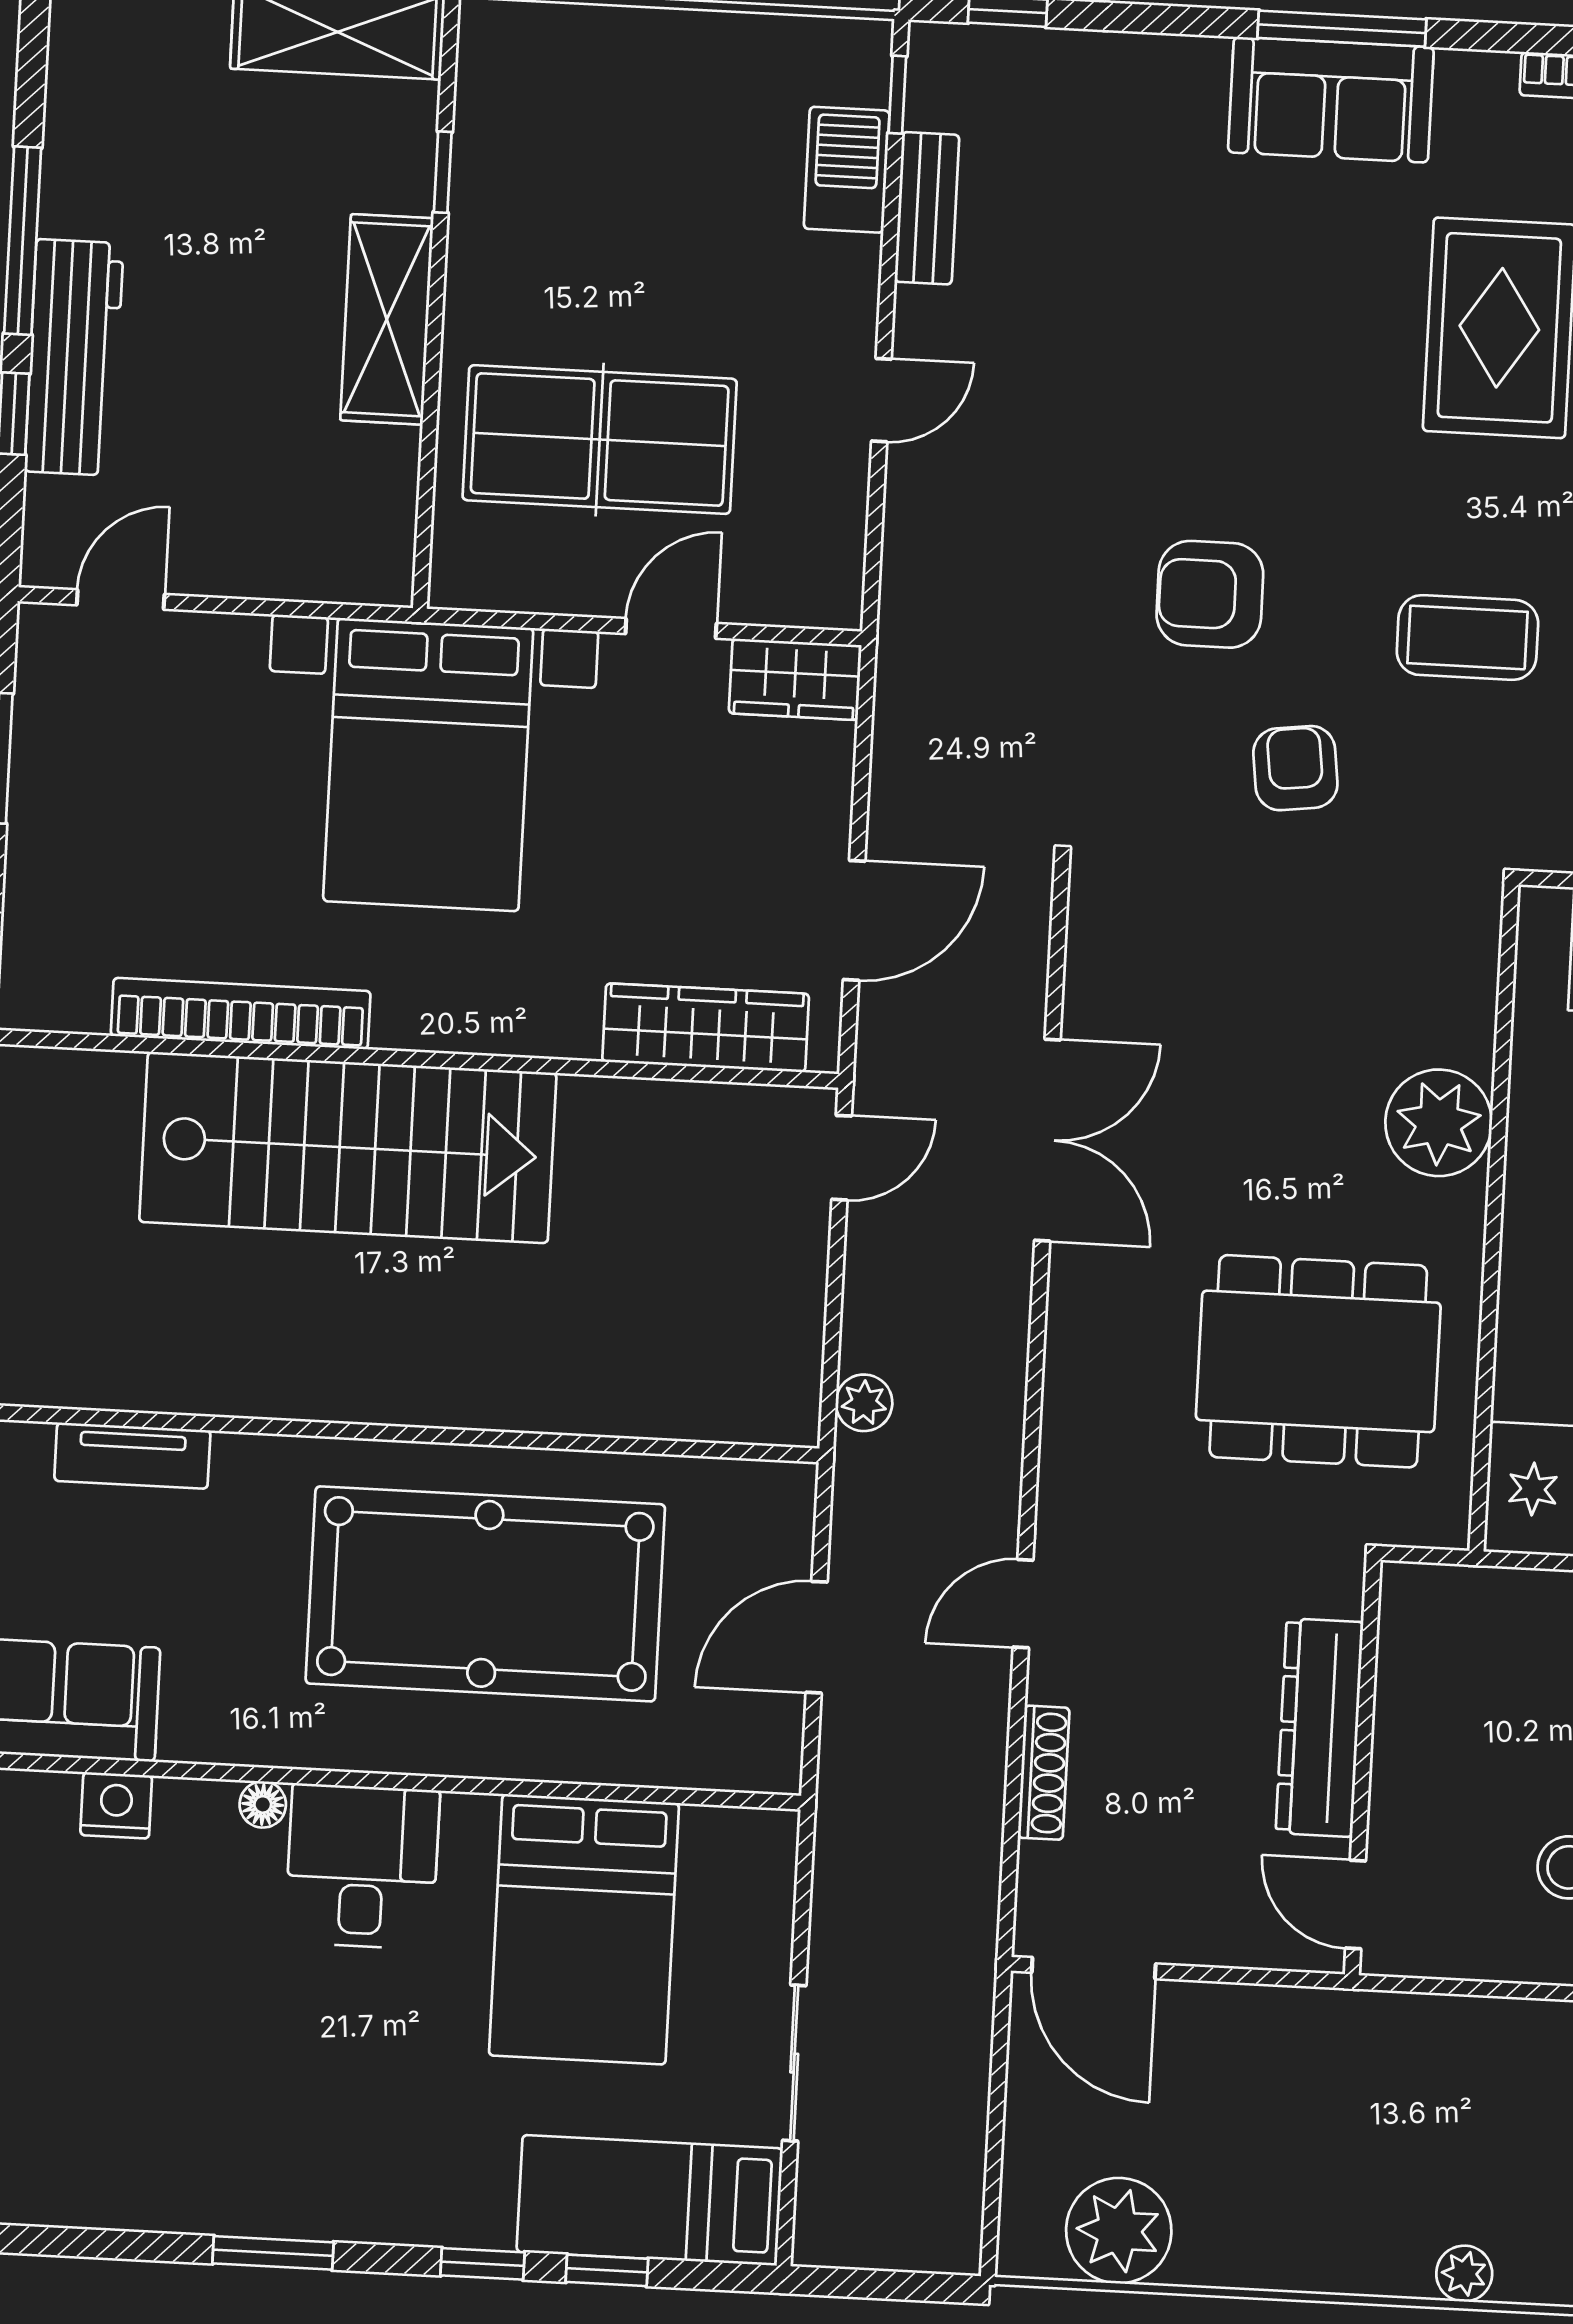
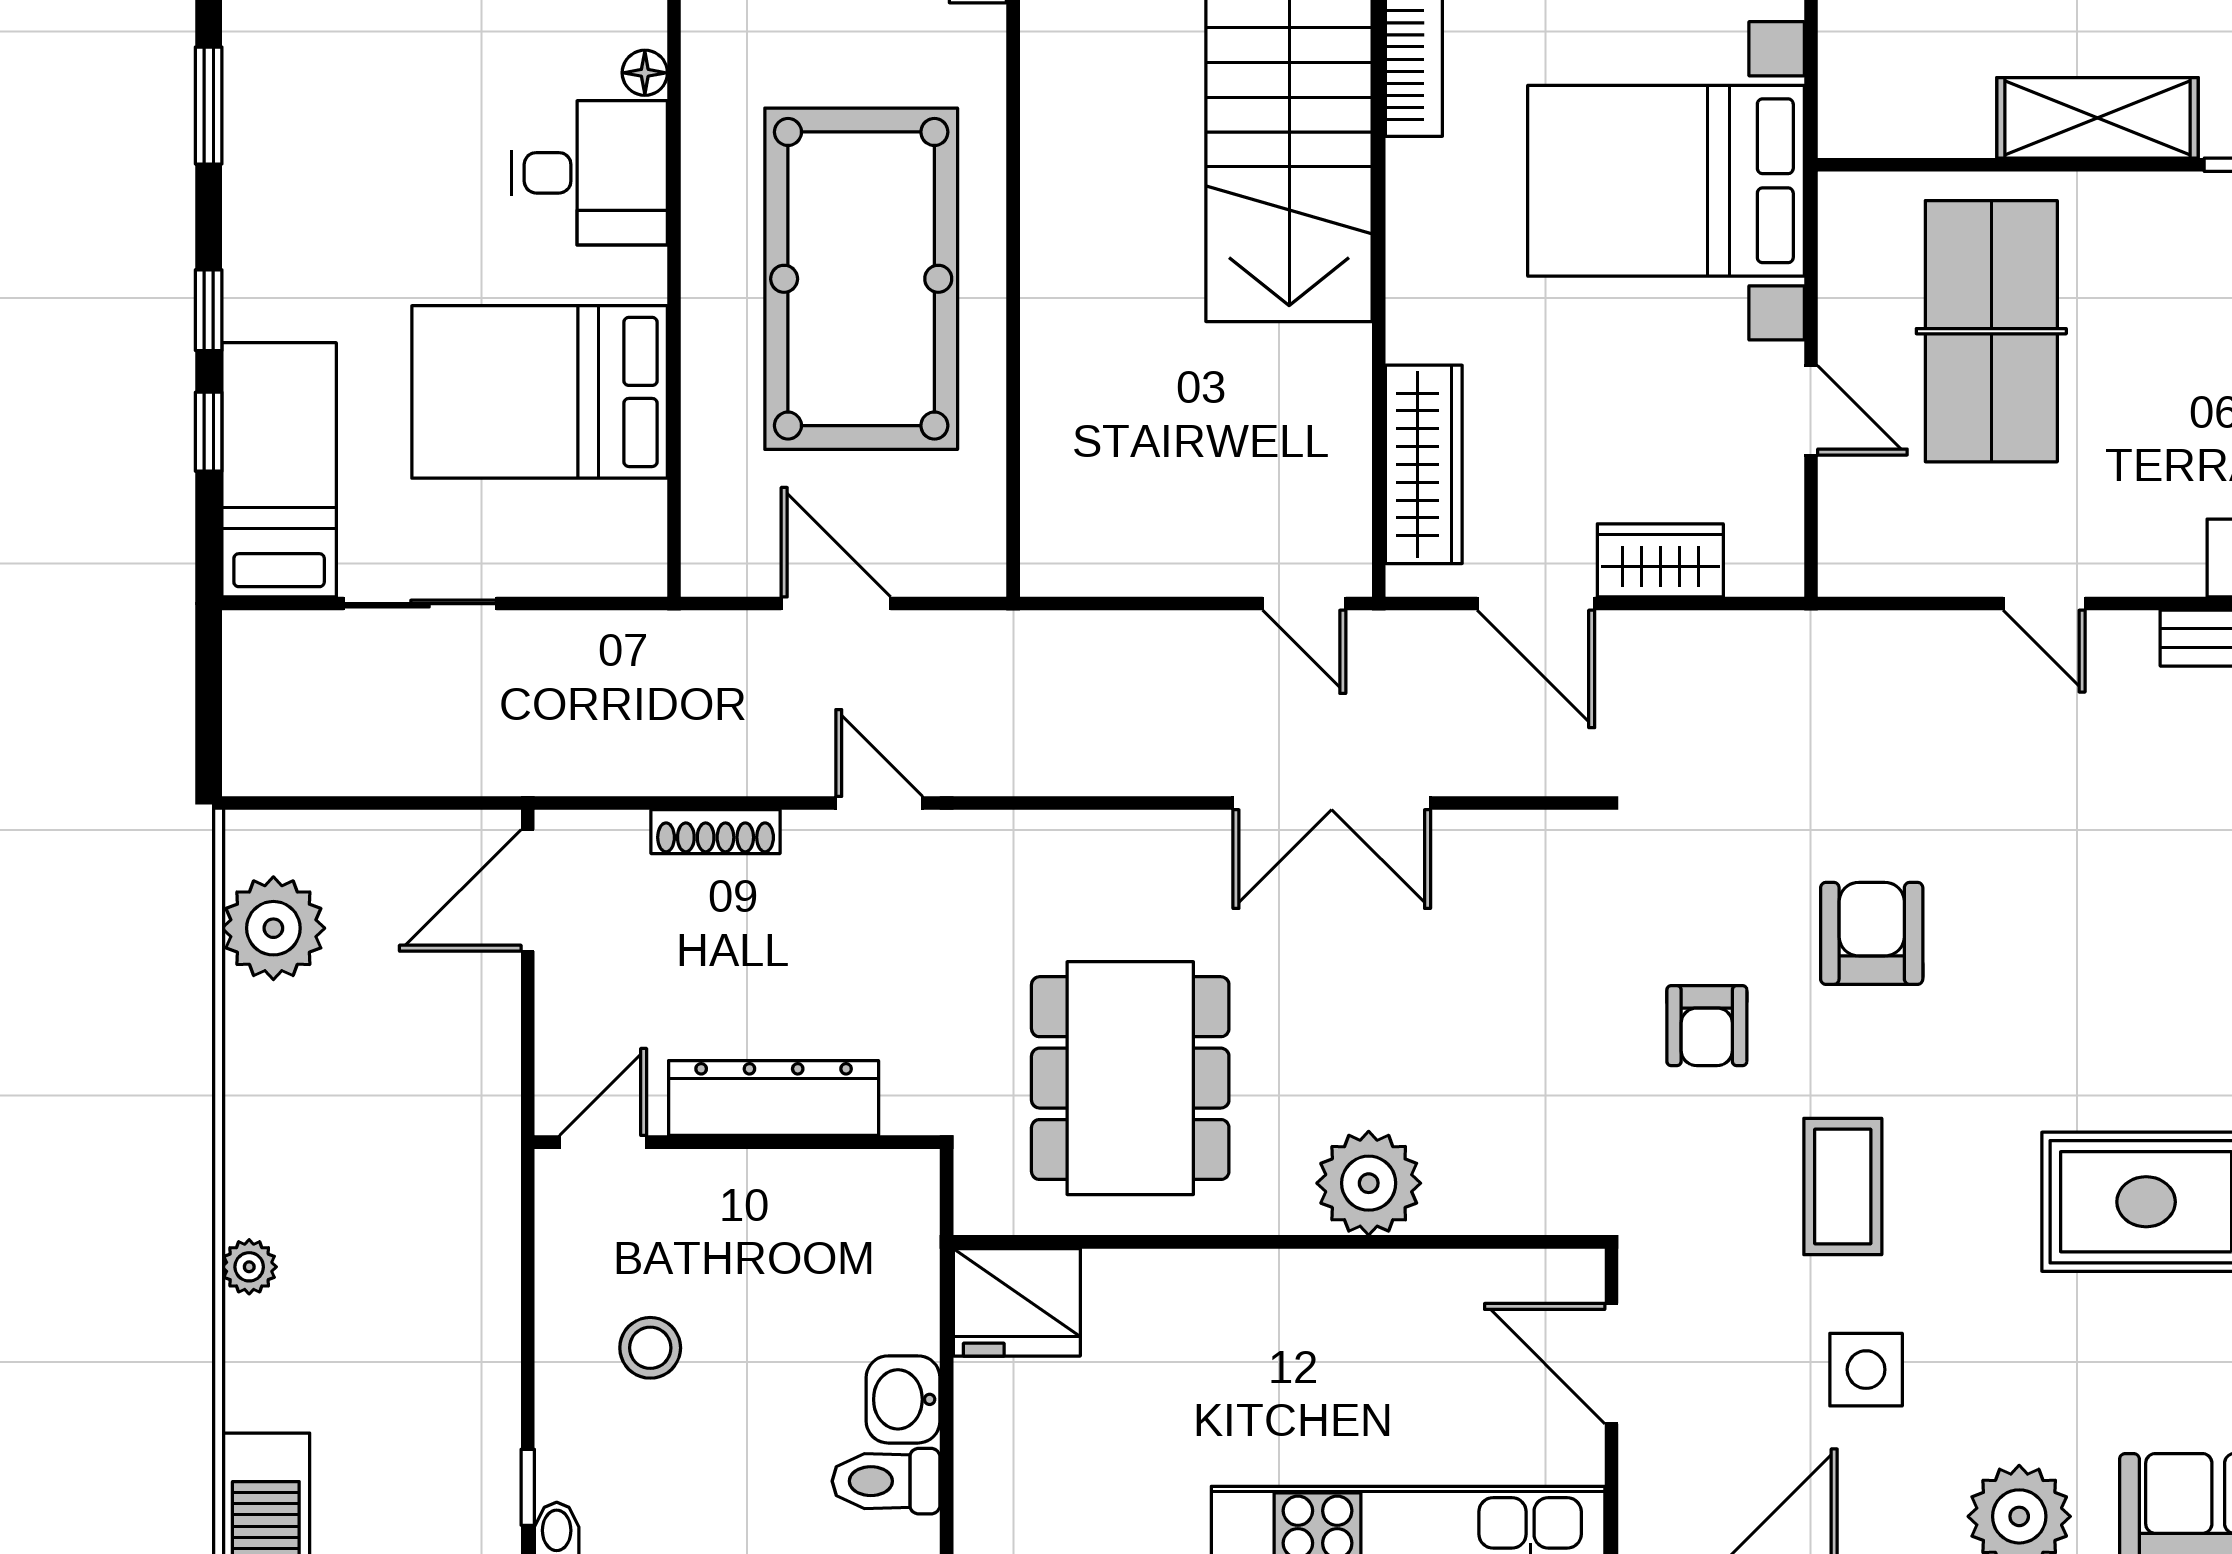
wardrobe: (795, 679) -> (1660, 560), moved, turned 90
armchair: (1295, 768) -> (1707, 1026), turned 97
plant: (864, 1403) -> (1067, 638), removed

